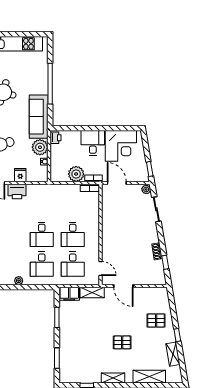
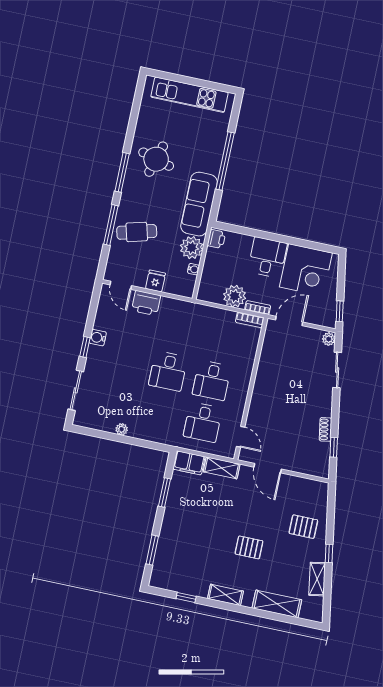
door: (117, 183) -> (289, 321), hinge flipped
desk: (42, 264) -> (159, 413), removed

